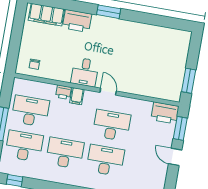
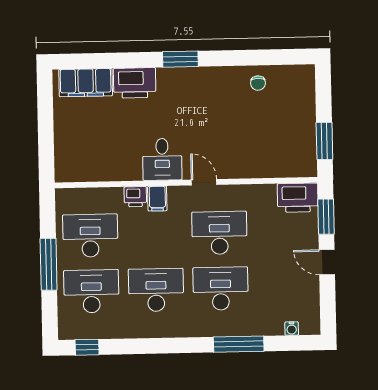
chair: (34, 64) -> (258, 83), moved

